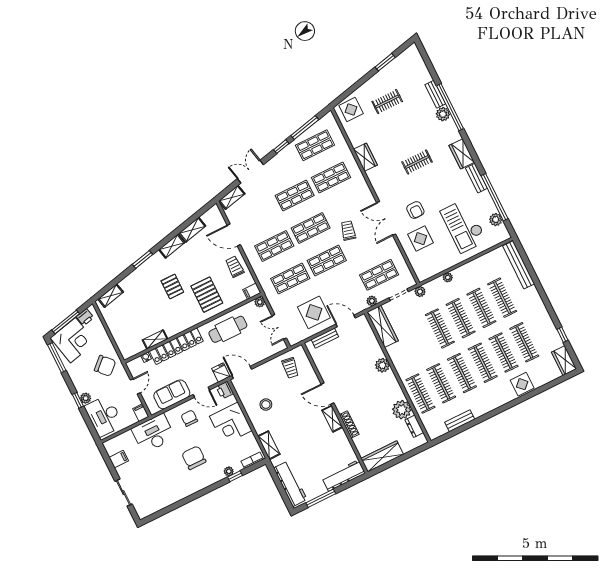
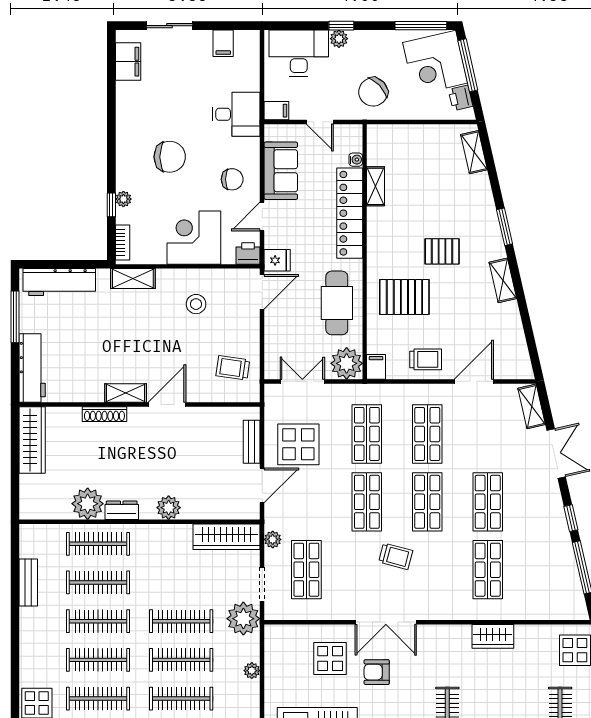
shop shelf: (315, 145) -> (548, 570), removed
double door: (386, 218) -> (386, 622), swing flipped
shelving: (192, 230) -> (512, 323), removed
plant: (420, 292) -> (243, 619), width x1.87, depth x1.87
plant: (260, 302) -> (347, 363), width x1.88, depth x1.88
dresser: (414, 426) -> (122, 510), moved
desk: (153, 433) -> (236, 114), width x0.73
filing cabinet: (154, 505) -> (128, 62), added

